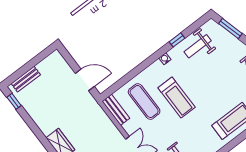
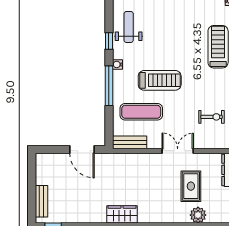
weight bench: (198, 46) -> (129, 27), turned 180
window: (145, 64) -> (109, 86), added
door: (85, 80) -> (82, 150), swing flipped

